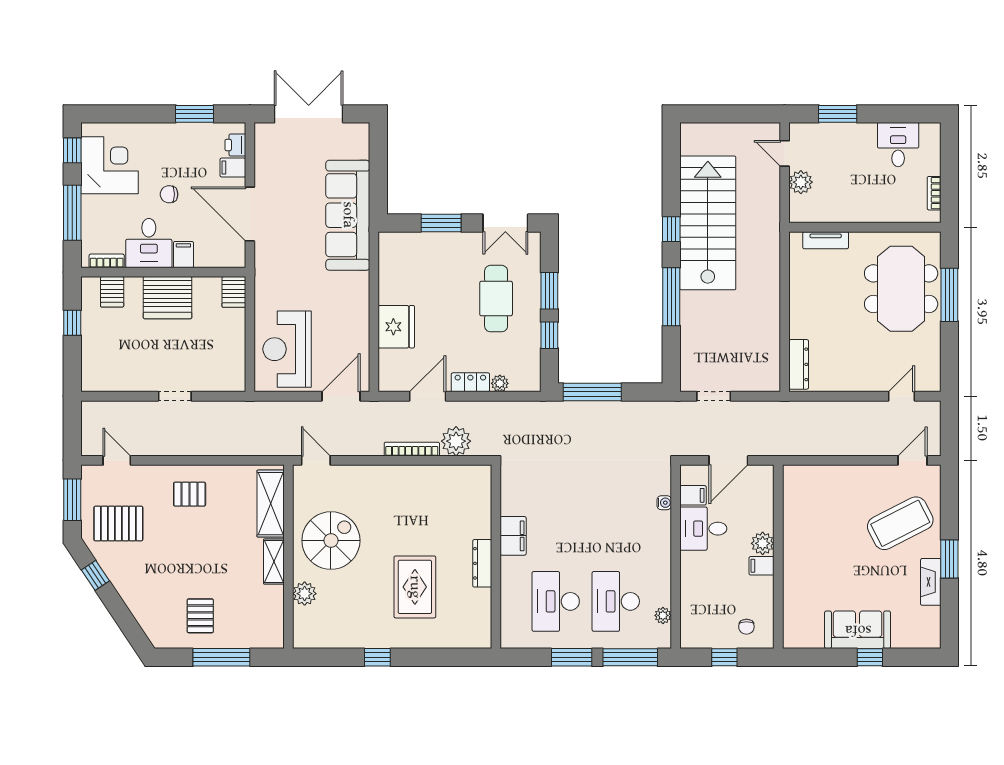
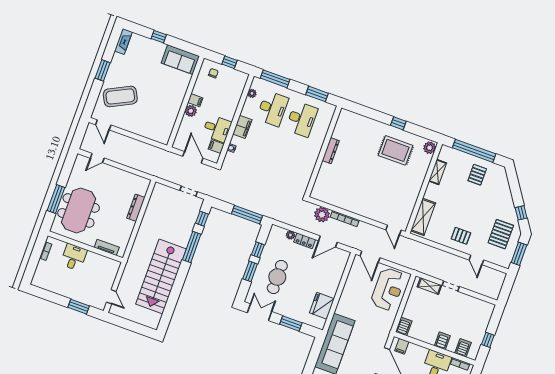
desk: (898, 145) -> (74, 257), moved, turned 180
plant: (801, 182) -> (109, 280), removed
window: (671, 229) -> (202, 219), moved
filing cabinet: (183, 255) -> (402, 346), moved
server rack: (168, 298) -> (442, 341), width x0.46, depth x0.70
fridge: (396, 327) -> (322, 306), moved
dresser: (799, 364) -> (136, 208), moved
shelving: (214, 382) -> (429, 286), added
door: (341, 396) -> (370, 257), hinge flipped
door: (117, 460) -> (476, 260), moved
door: (728, 460) -> (193, 157), hinge flipped
door: (912, 460) -> (103, 125), hinge flipped
pallet: (118, 524) -> (501, 234), turned 90
filing cabinet: (513, 536) -> (242, 127), moved, turned 180
spiral stairs: (331, 541) -> (400, 188), removed
shelving: (274, 562) -> (438, 172), moved
fireplace: (931, 582) -> (123, 42), moved
rug: (415, 587) -> (395, 150), moved, turned 90
plant: (305, 594) -> (430, 148), moved
sofa: (858, 630) -> (180, 60), moved
window: (221, 657) -> (474, 151), width x1.46
window: (572, 657) -> (317, 94), moved

